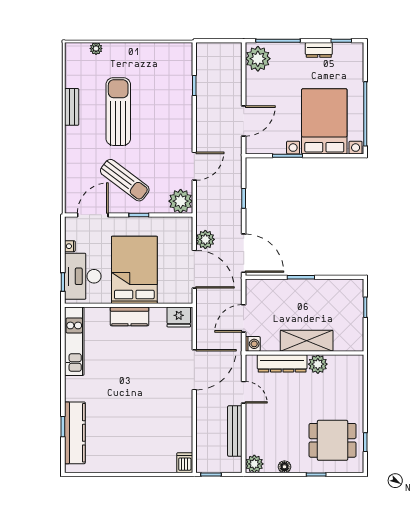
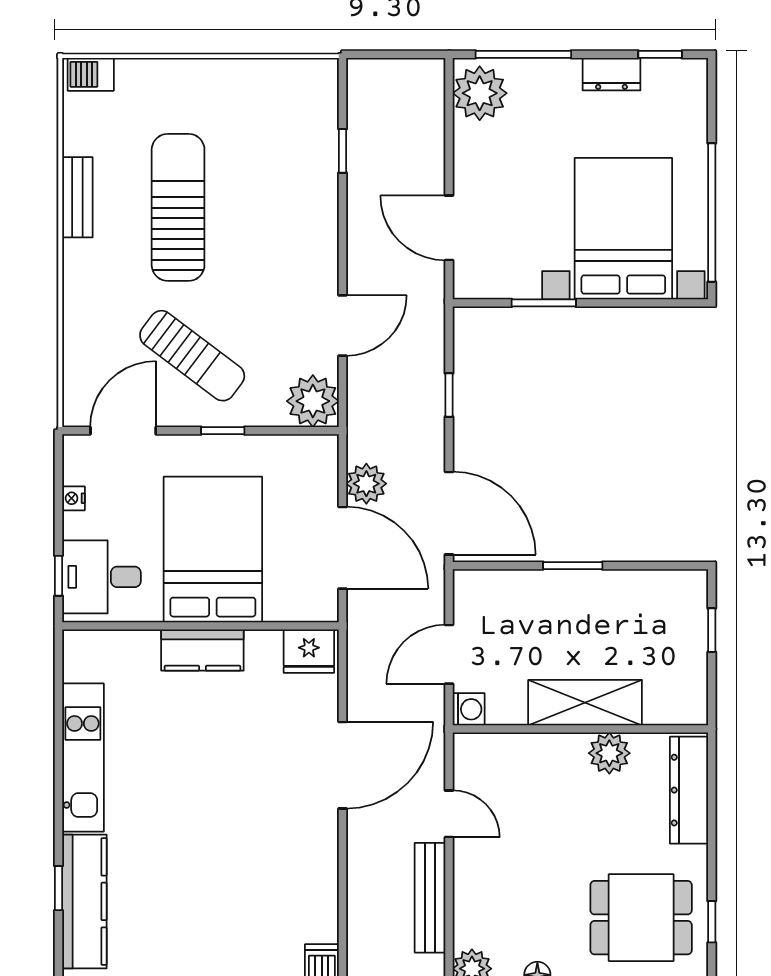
plant: (96, 49) -> (130, 71), removed
barbecue: (78, 50) -> (91, 74), added
door: (244, 121) -> (449, 228), swing flipped
desk: (83, 276) -> (101, 577), width x0.73
kitchen unit: (74, 341) -> (83, 758), moved
dresser: (282, 363) -> (689, 790), moved, turned 90

